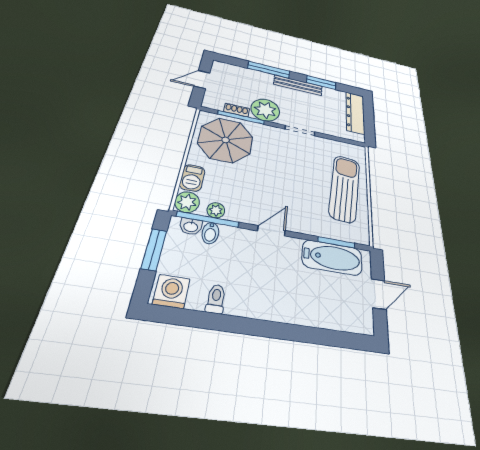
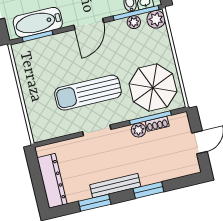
window: (269, 70) -> (148, 190), width x0.69
plant: (265, 110) -> (138, 130), width x0.53, depth x0.53
barbecue: (192, 178) -> (162, 41), removed
sun lounger: (345, 188) -> (88, 93), moved, turned 85
door: (271, 231) -> (89, 24), width x1.38

